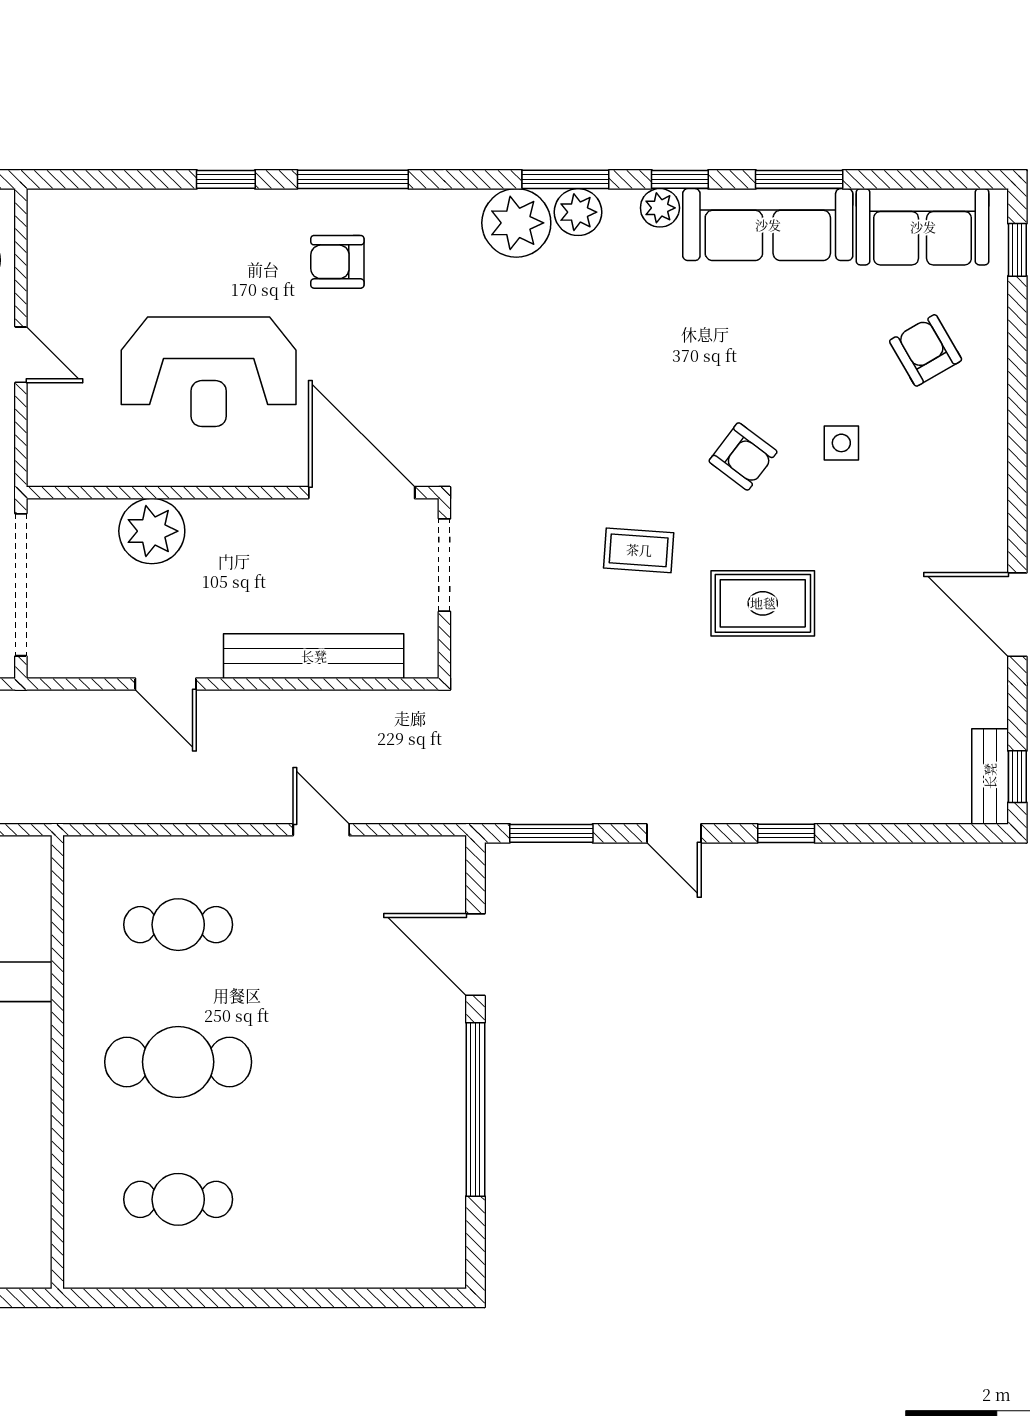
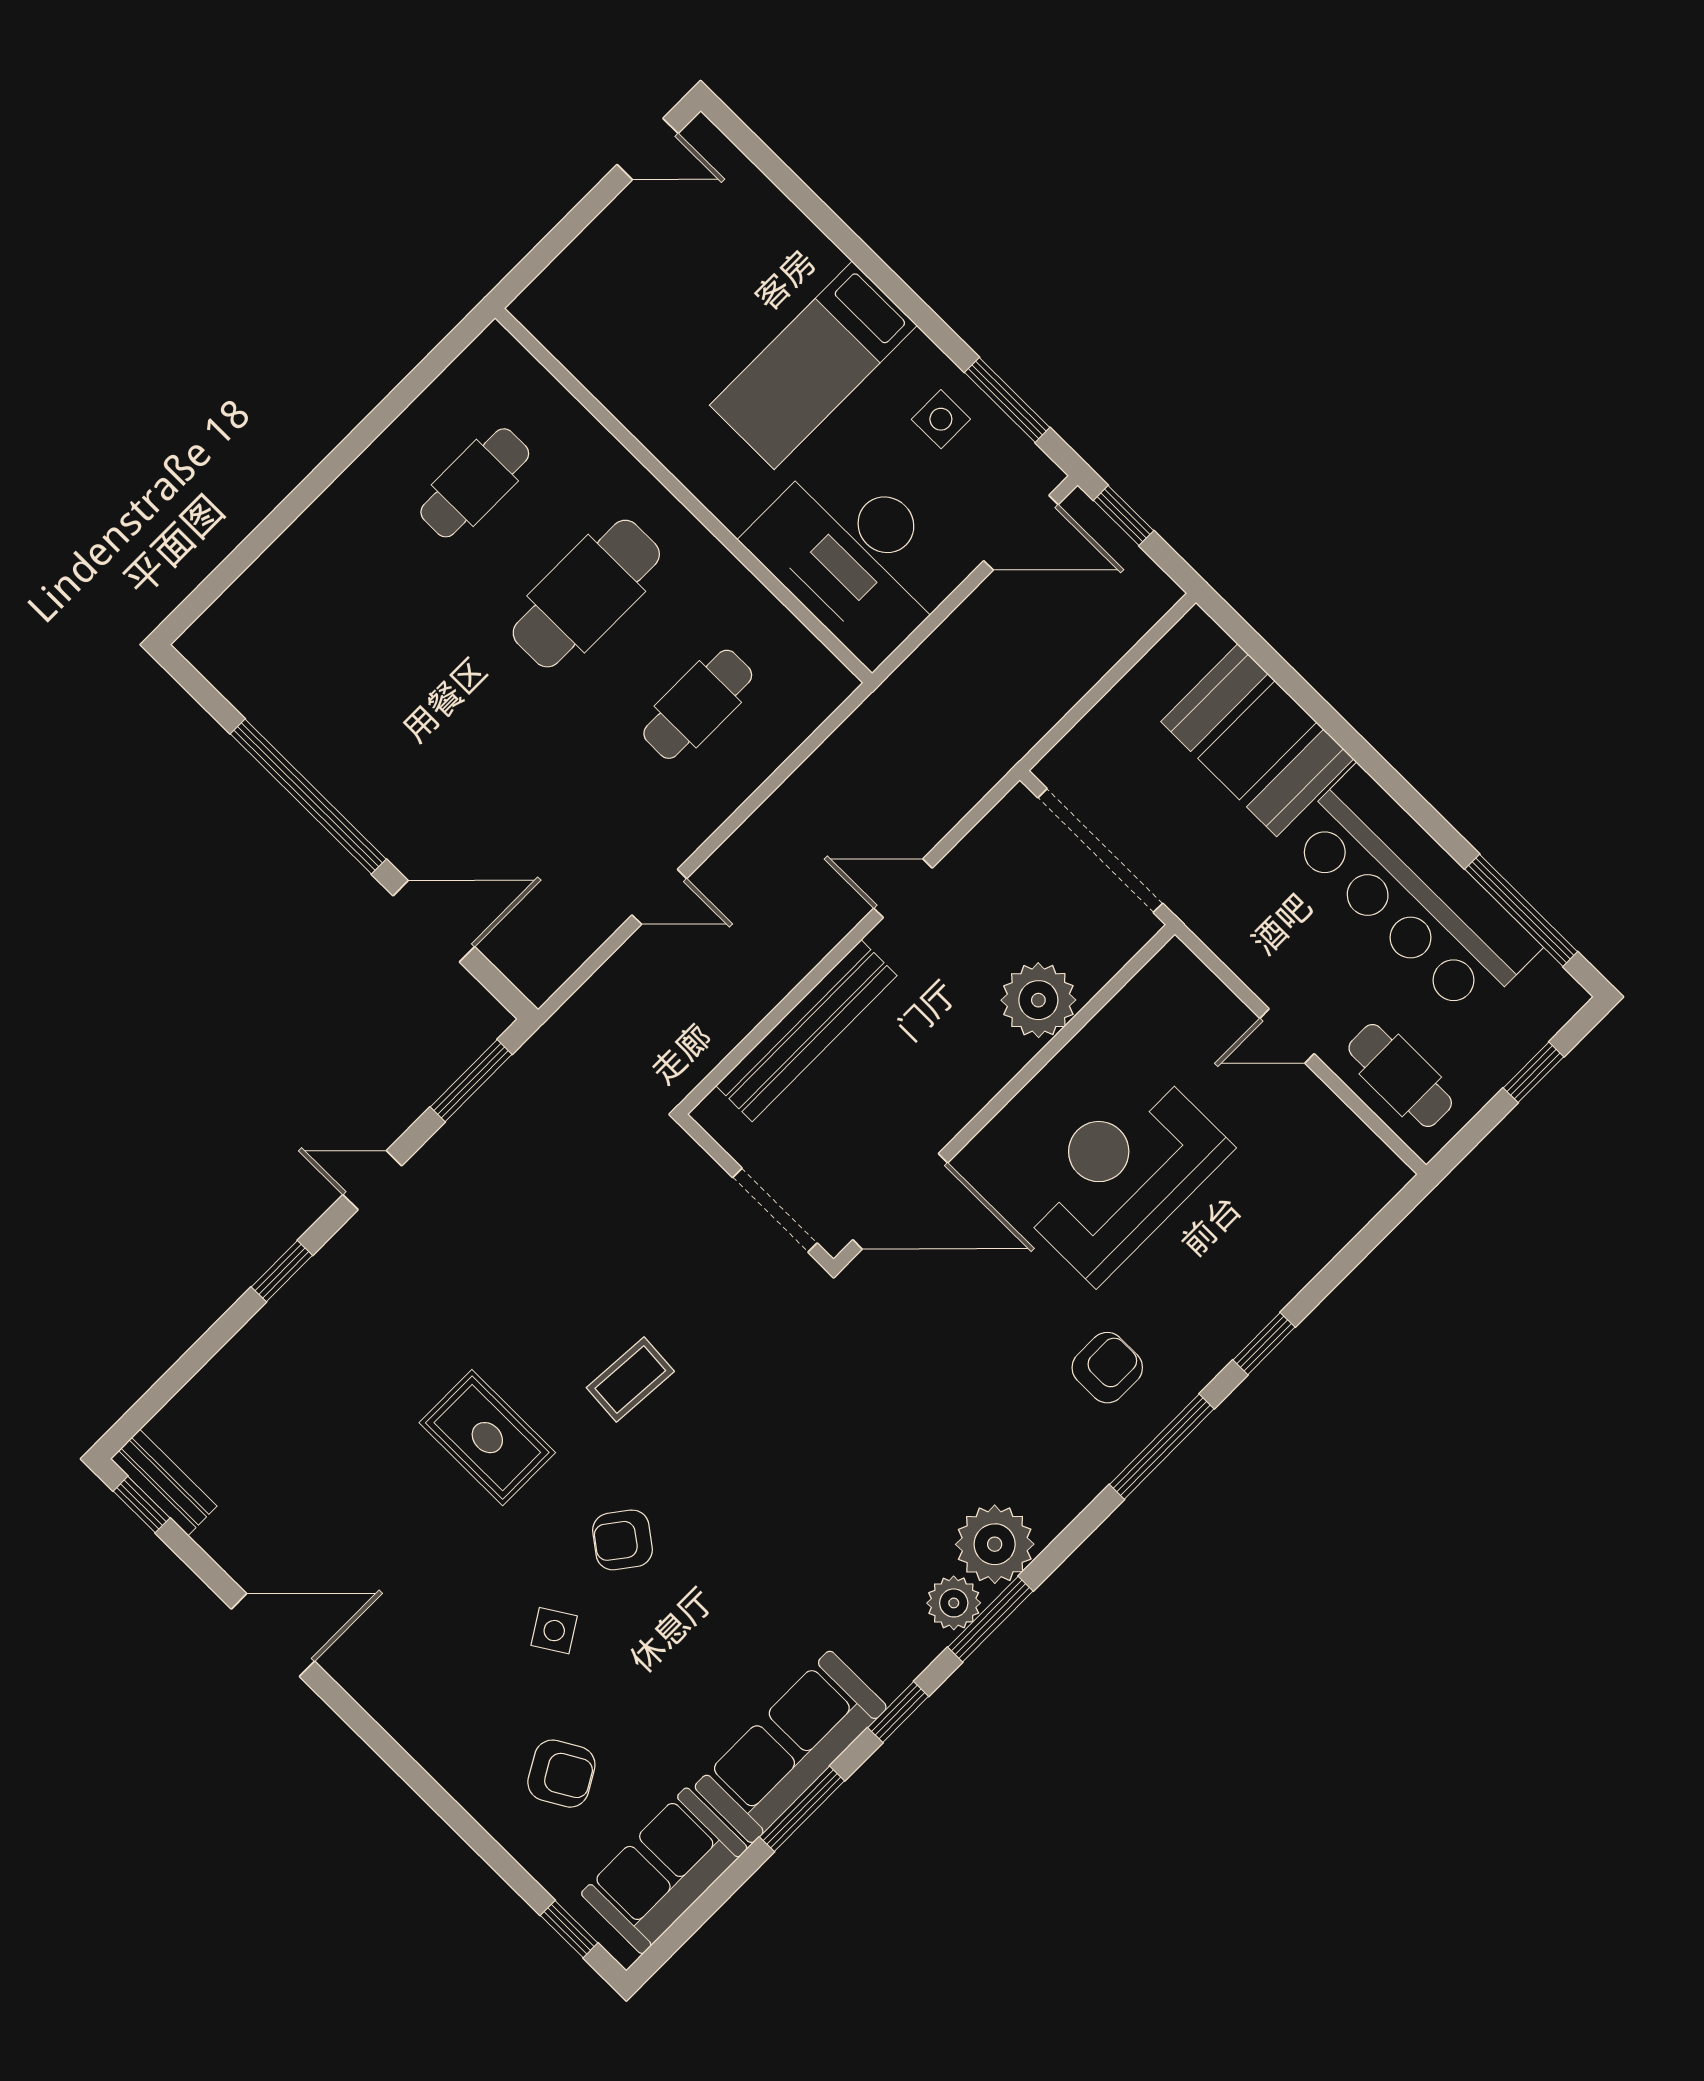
plant: (660, 208) -> (891, 1673), removed
side table: (841, 443) -> (554, 1631), turned -32
rug: (763, 603) -> (487, 1438), turned 90

